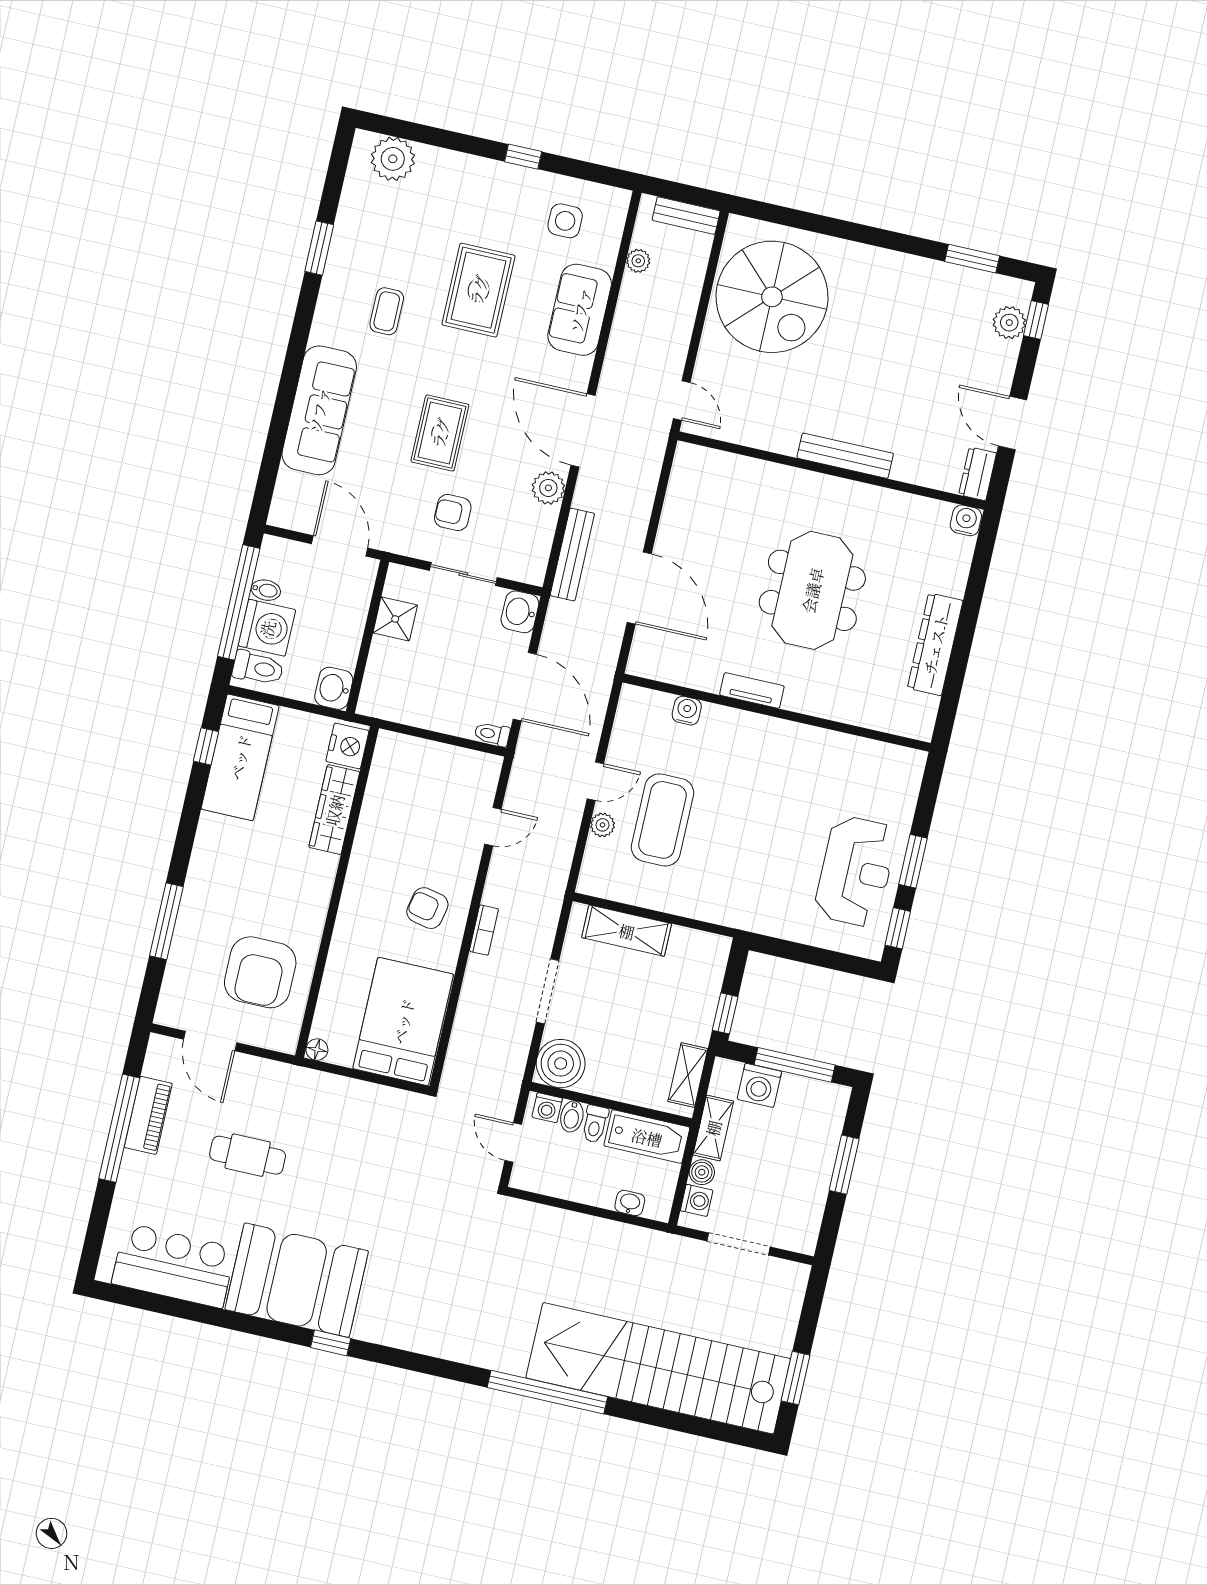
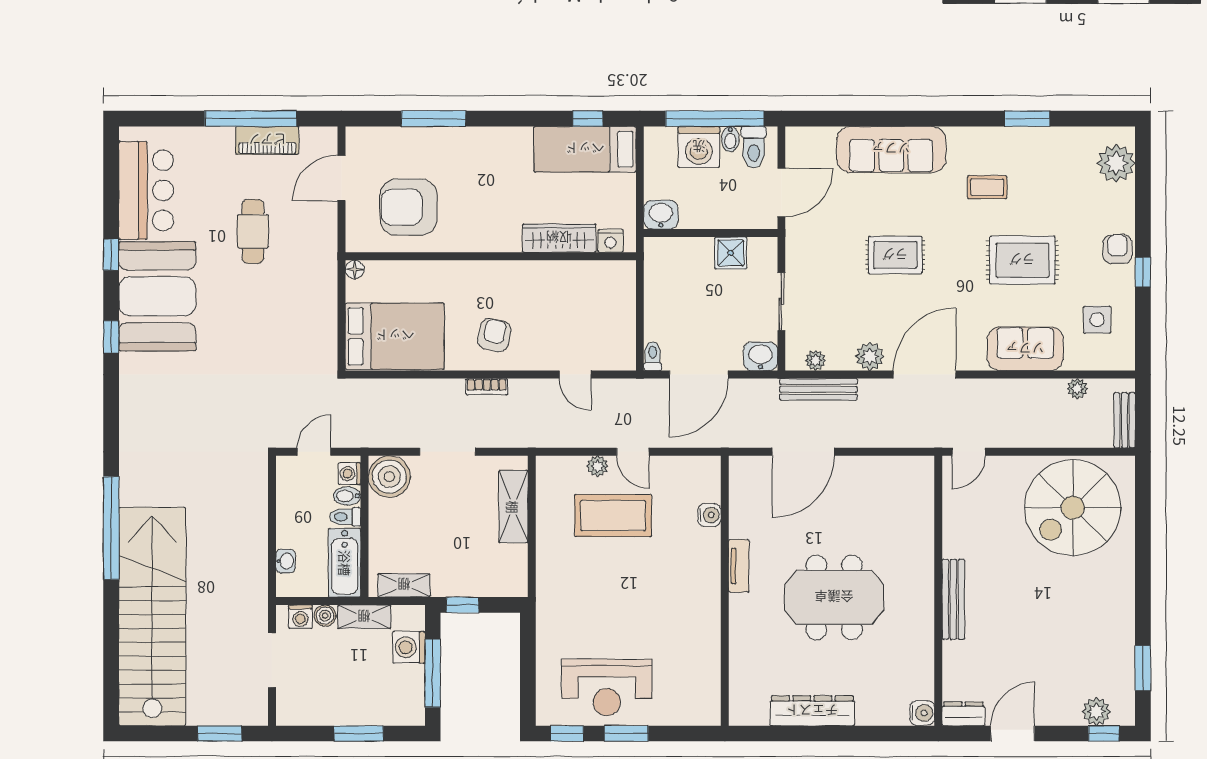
armchair: (453, 513) -> (1118, 249), moved
plant: (539, 551) -> (815, 361), added
toilet: (258, 668) -> (754, 147), moved
nightstand: (347, 746) -> (611, 241), width x0.74, depth x0.75
window: (238, 1322) -> (111, 255), added
window: (796, 1378) -> (220, 733), moved

